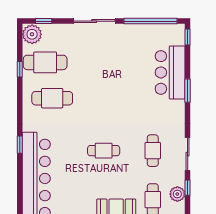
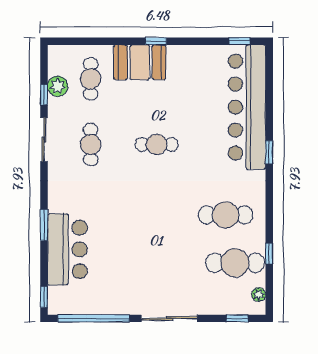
plant: (32, 34) -> (259, 295), width x0.53, depth x0.53

